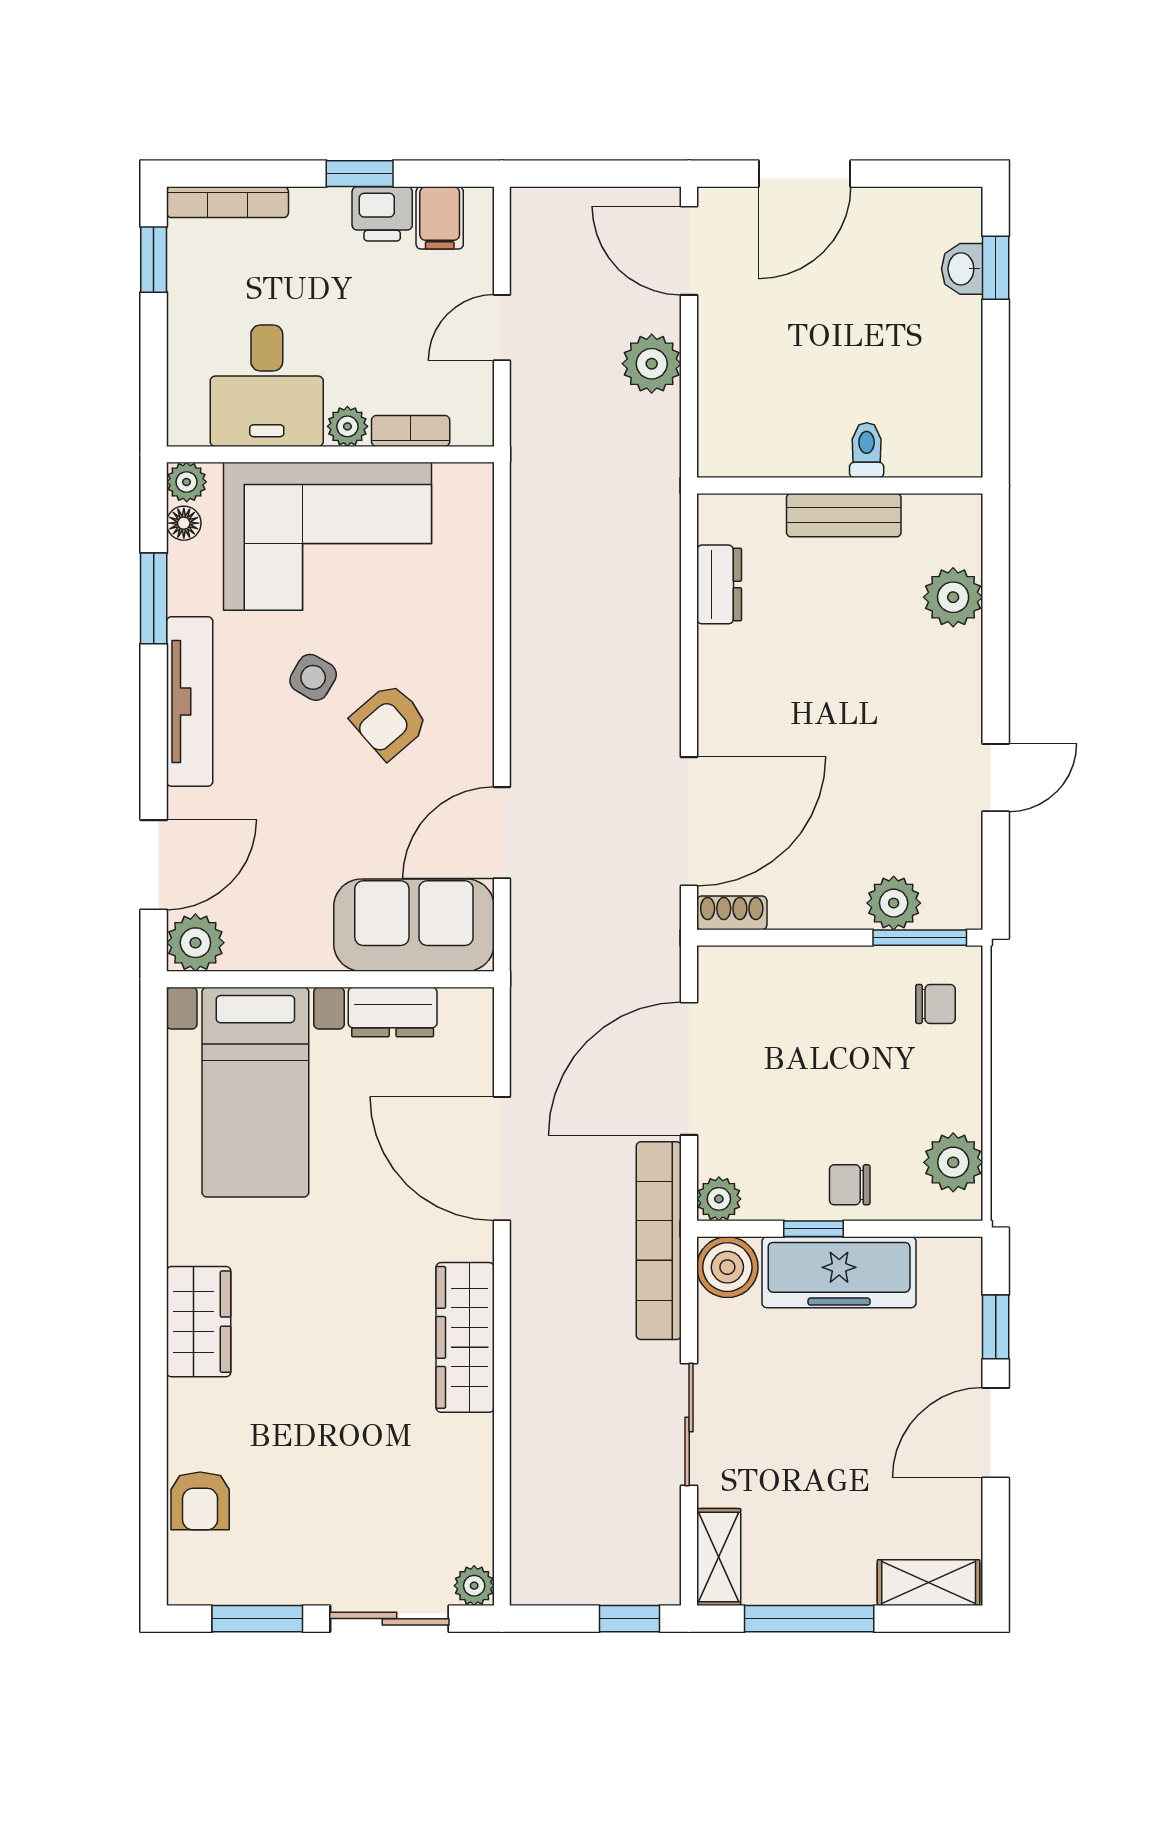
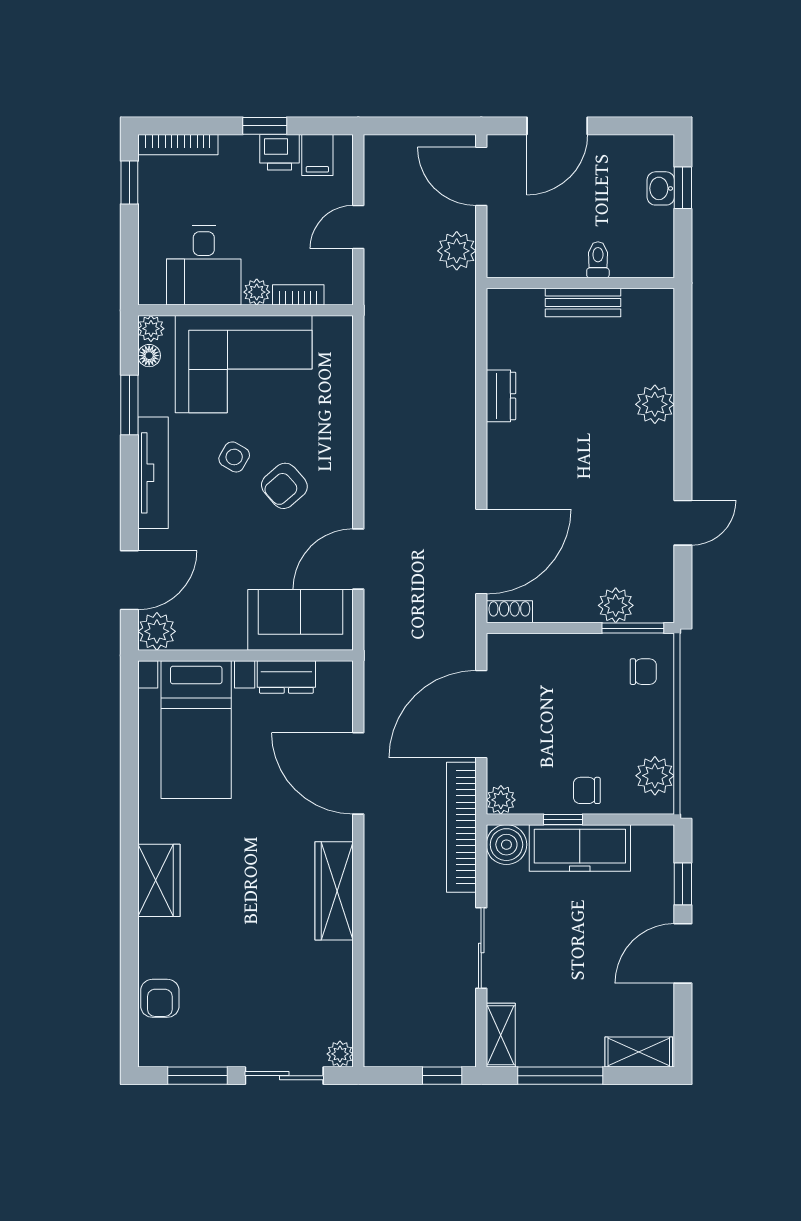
toilet: (867, 450) -> (598, 260), moved
wall: (840, 485) -> (580, 283), moved
bench: (844, 515) -> (583, 302), moved

